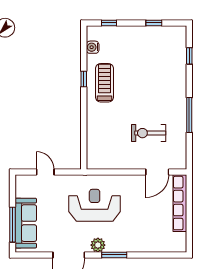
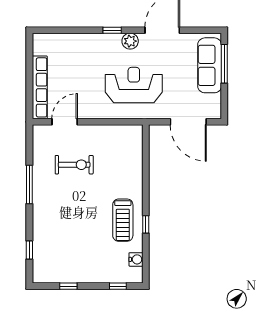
door: (45, 172) -> (188, 122), width x1.88
reception desk: (95, 205) -> (134, 85), turned 180
window: (114, 255) -> (112, 30), width x0.67

